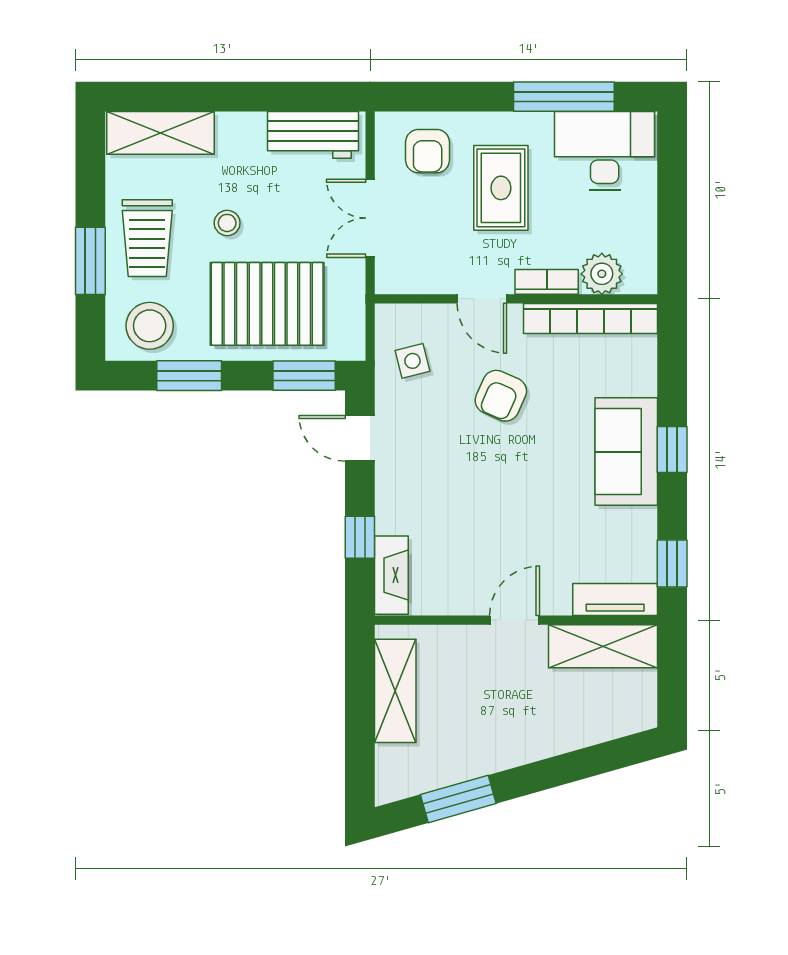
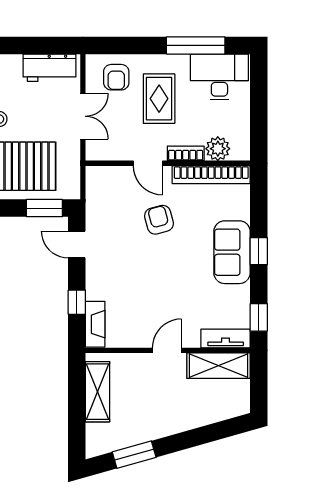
double door: (370, 218) -> (83, 116), swing flipped
side table: (412, 361) -> (107, 199), removed
armchair: (501, 396) -> (159, 220), turned 141

